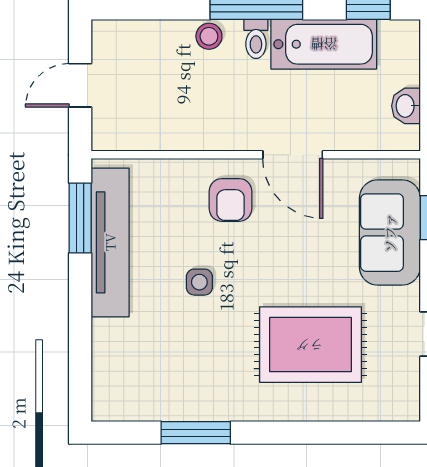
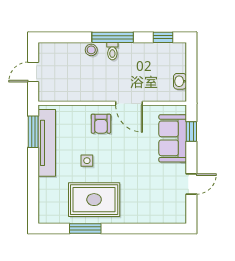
bathtub: (324, 44) -> (143, 53), removed
rug: (310, 345) -> (94, 200), moved

